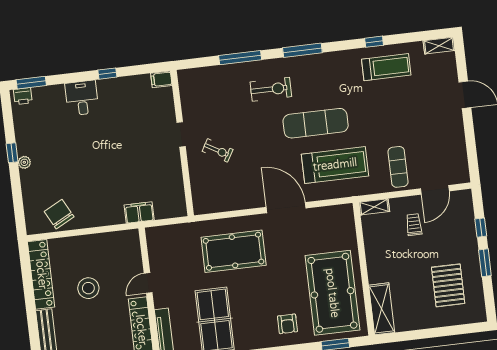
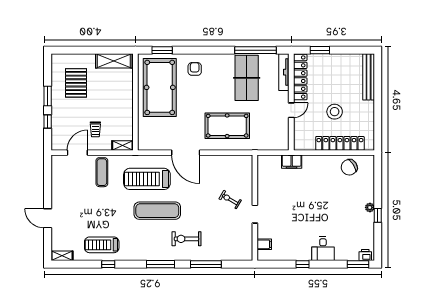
filing cabinet: (161, 79) -> (264, 244), moved
chair: (59, 214) -> (349, 167), turned 85
locker: (41, 274) -> (340, 143), moved, turned 90
shelving: (382, 309) -> (114, 61), moved, turned 90

